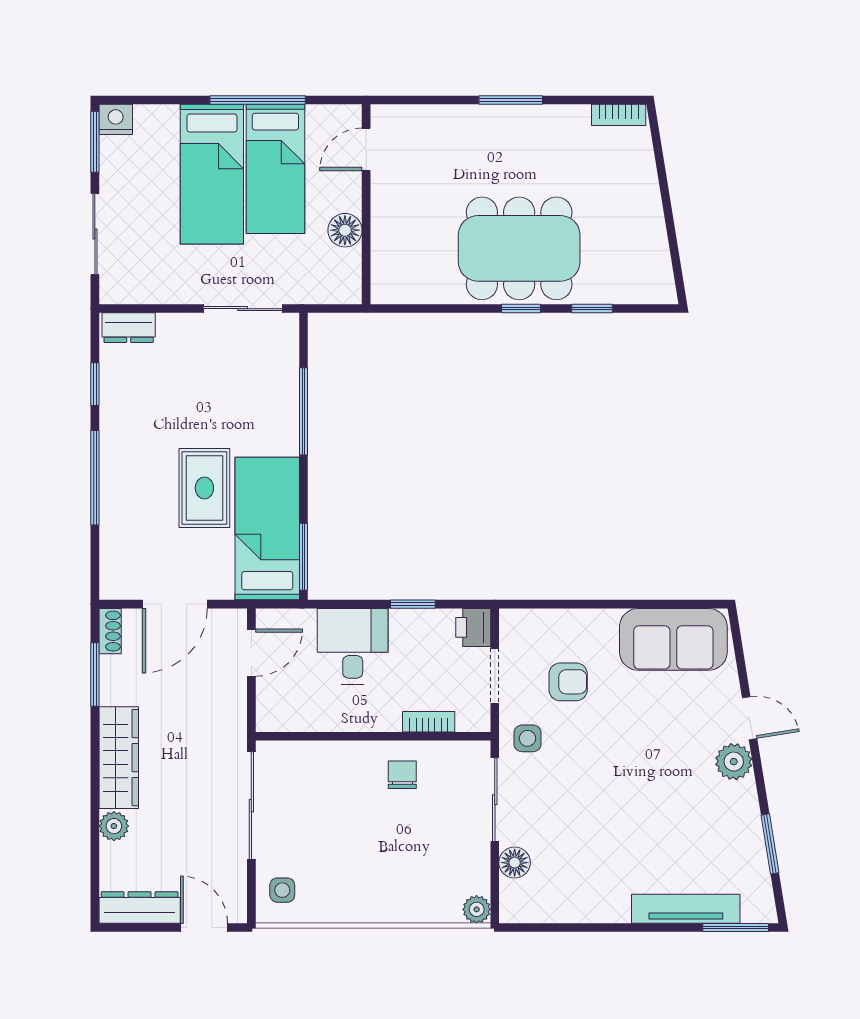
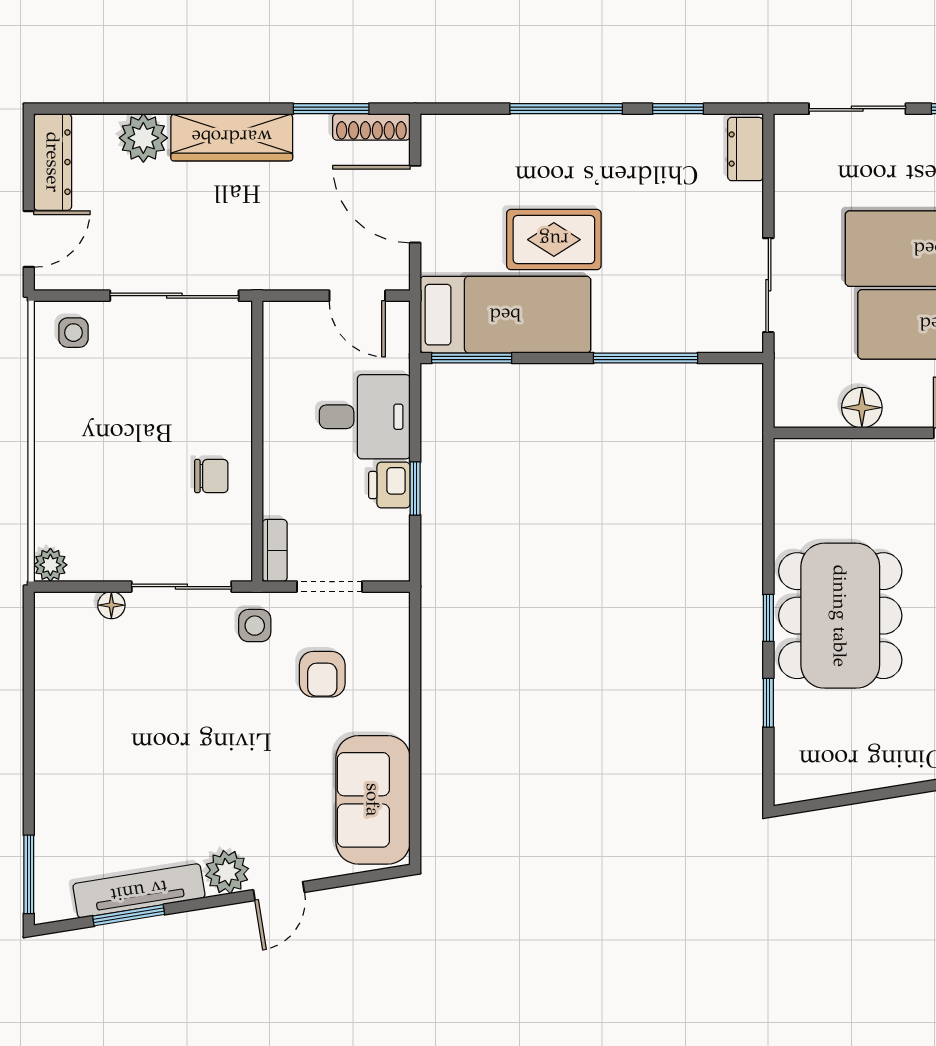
printer: (473, 627) -> (389, 485), moved, turned -90
shoe rack: (110, 631) -> (371, 127), width x1.43
bookcase: (429, 722) -> (275, 550), moved
plant: (114, 826) -> (143, 138), width x1.38, depth x1.38
floor lamp: (515, 863) -> (111, 605), width x0.73, depth x0.73
tv unit: (686, 909) -> (139, 891), moved, turned -99

